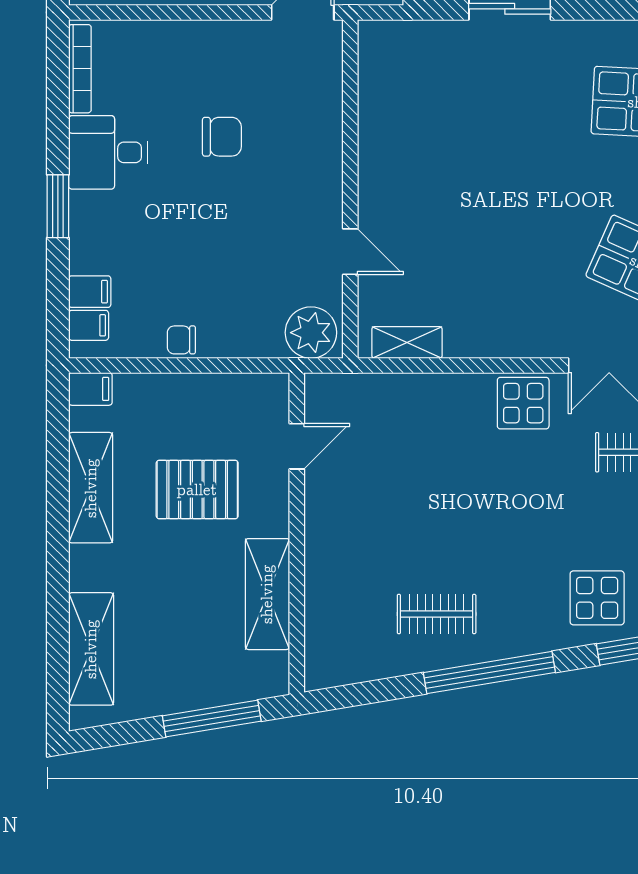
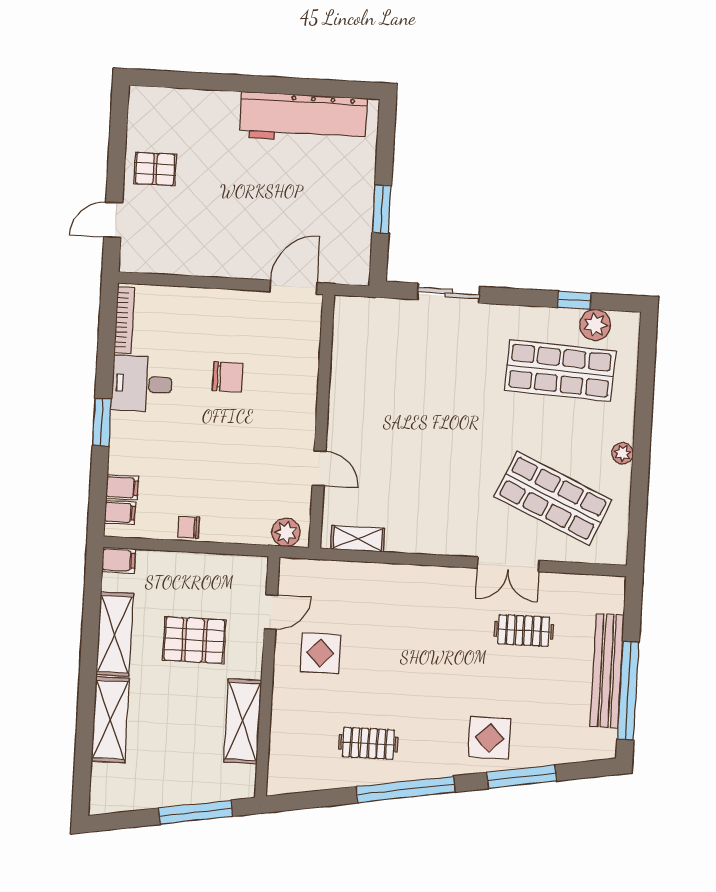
plant: (311, 333) -> (286, 532), width x0.73, depth x0.73
display table: (523, 403) -> (320, 653), moved
shelving: (91, 649) -> (110, 720), moved

